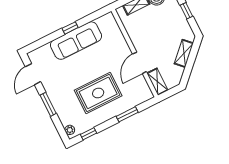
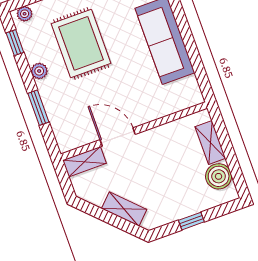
window: (70, 28) -> (186, 33), removed
rug: (98, 93) -> (81, 43), moved
plant: (104, 117) -> (39, 71), added

